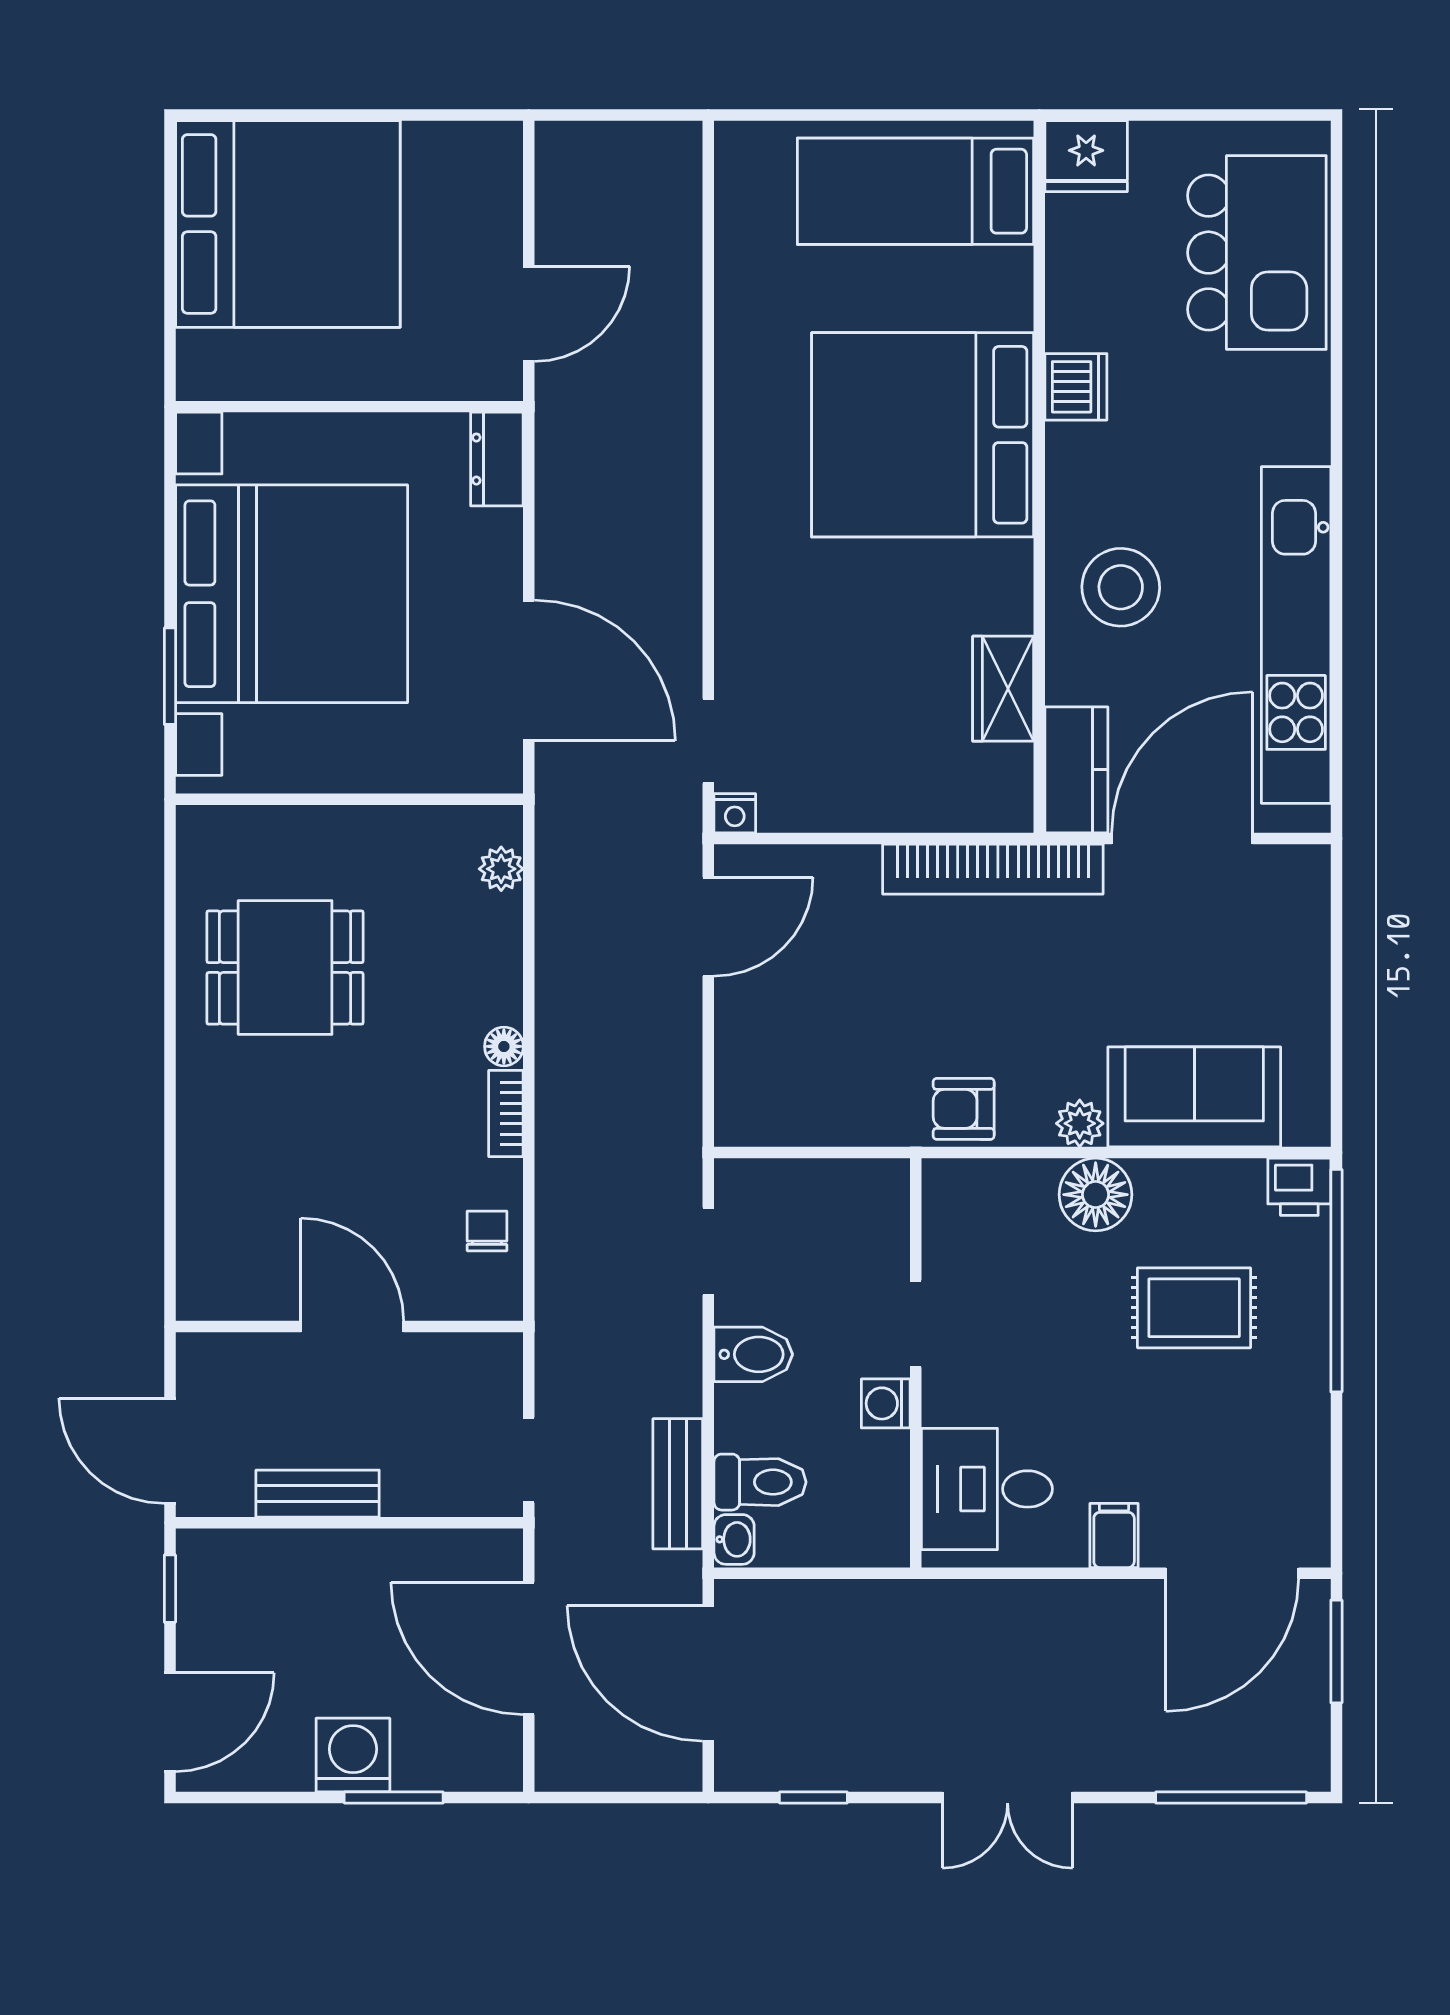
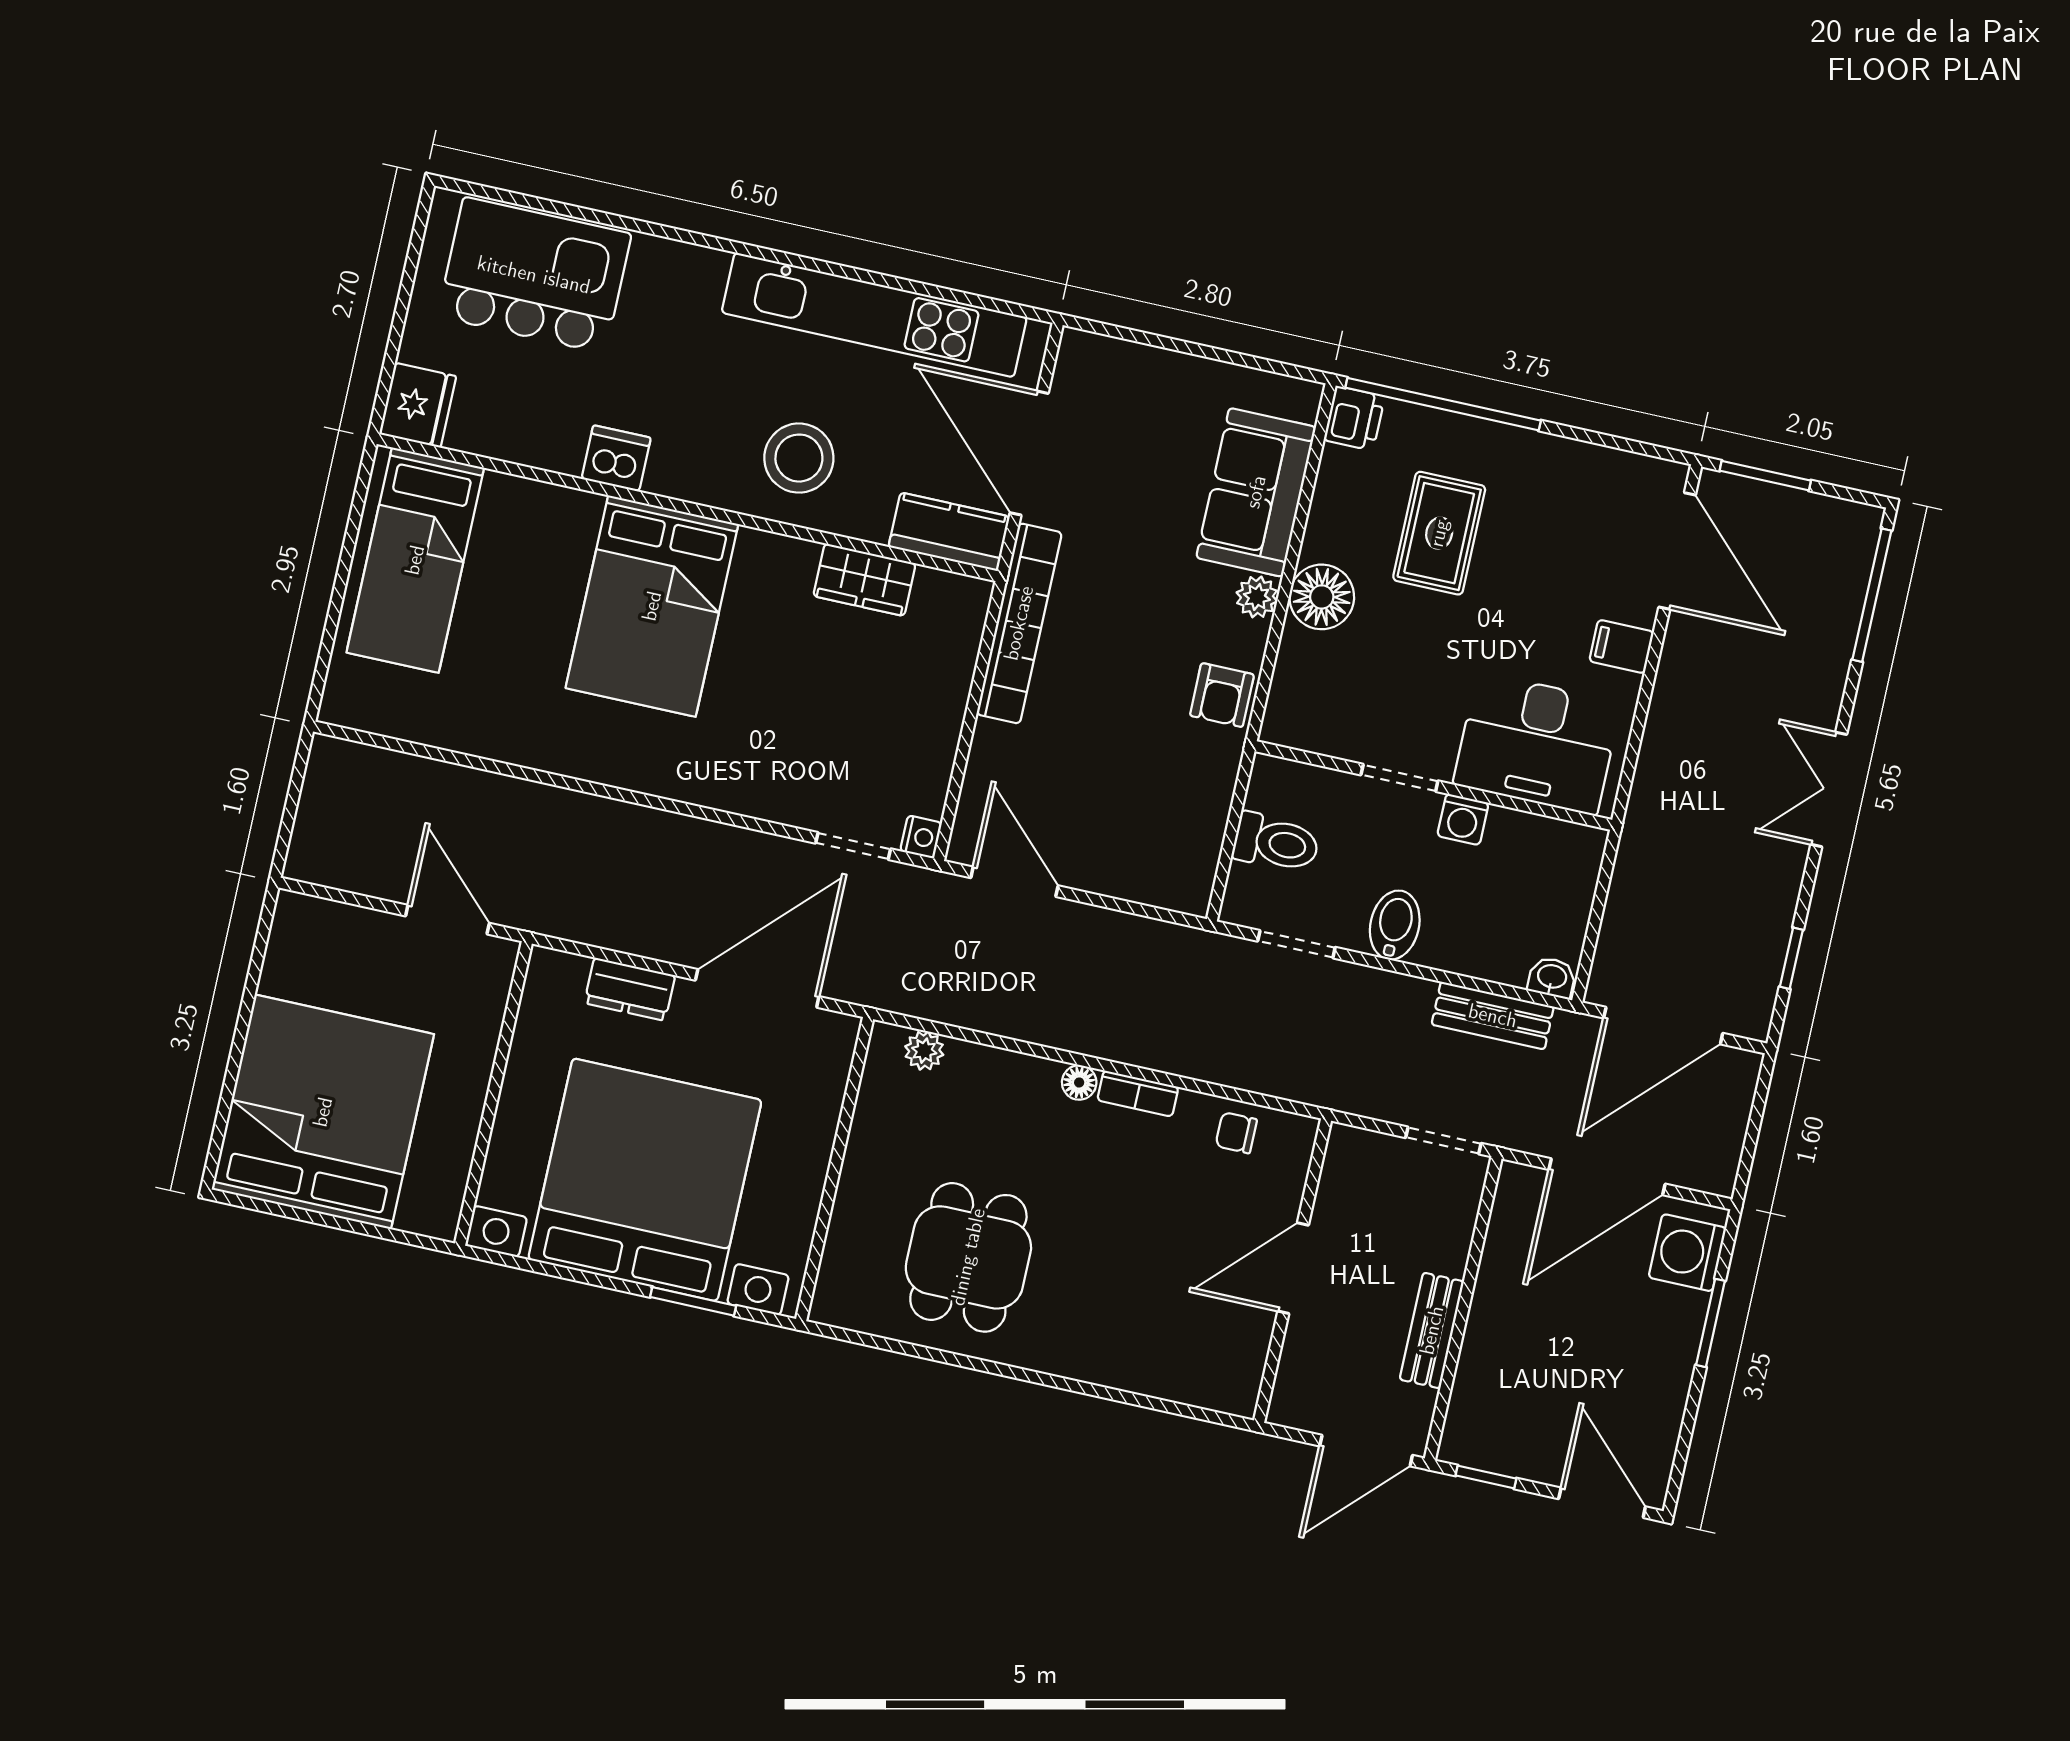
bed: (923, 435) -> (652, 606), width x0.73
dresser: (497, 459) -> (630, 989), moved
toilet: (760, 1482) -> (1276, 843), moved, turned 90
desk: (987, 1489) -> (1537, 744), width x1.37
washing machine: (353, 1755) -> (1687, 1253), moved
double door: (1008, 1797) -> (1829, 789), swing flipped

